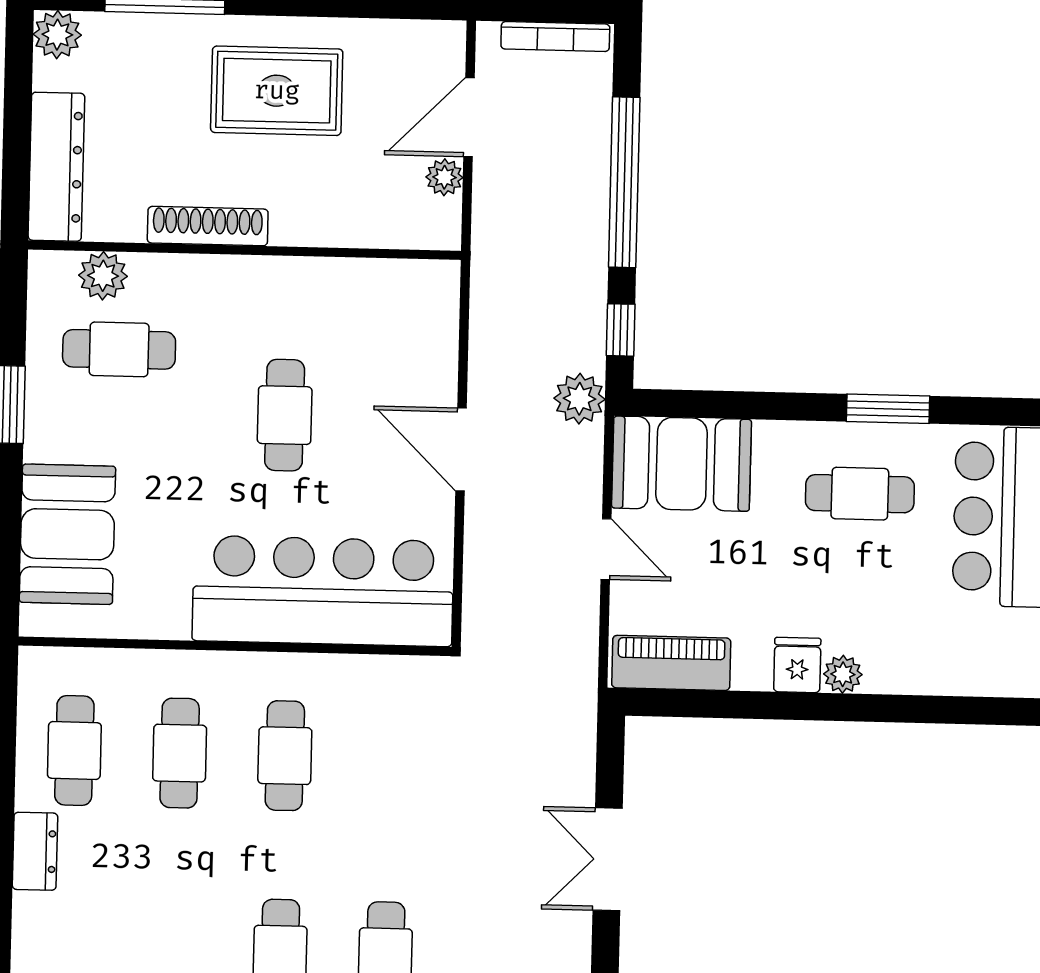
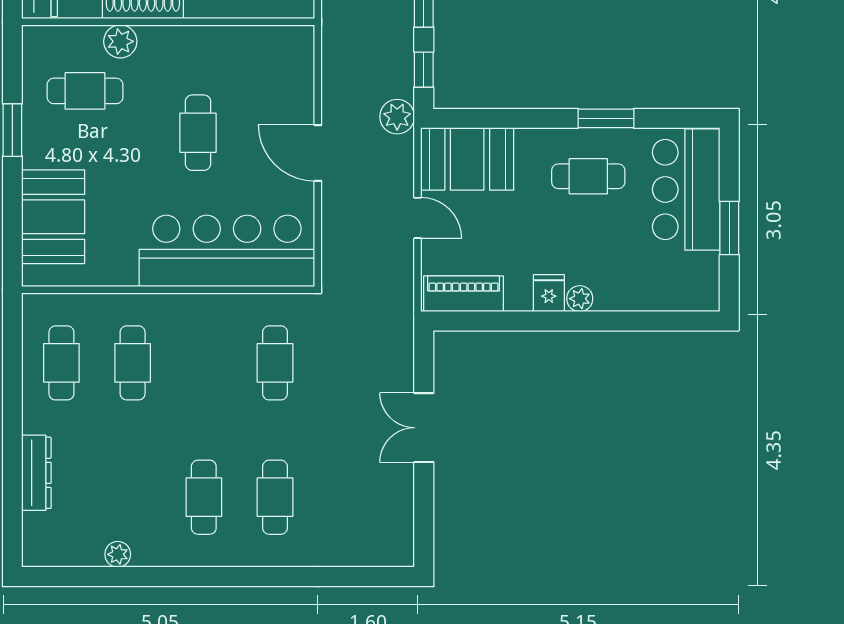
plant: (103, 276) -> (120, 41), moved
cafe table: (285, 756) -> (275, 363), moved
dresser: (35, 851) -> (36, 473), moved, width x1.44

